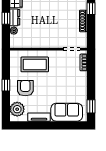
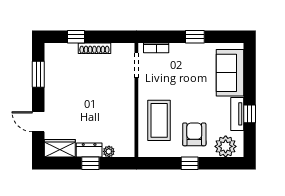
armchair: (25, 88) -> (194, 134), turned 90
window: (91, 106) -> (195, 37), moved
window: (39, 125) -> (250, 114), added

